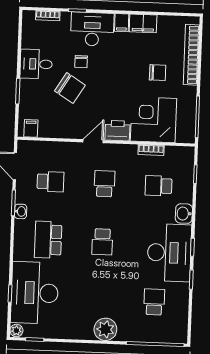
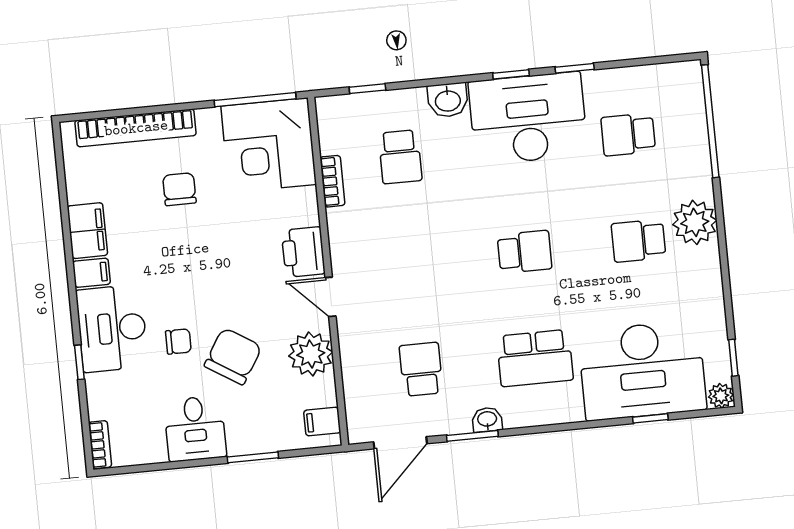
bookcase: (48, 16) -> (100, 445), moved
corner desk: (153, 120) -> (269, 145), moved
plant: (66, 127) -> (311, 354), added
school desk: (105, 184) -> (639, 241), moved

